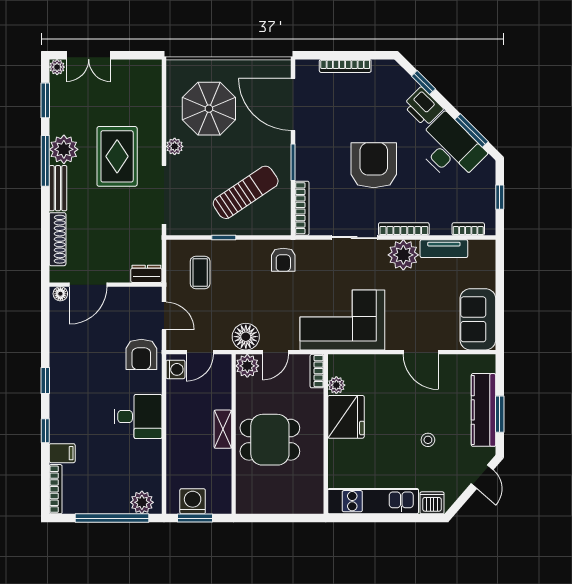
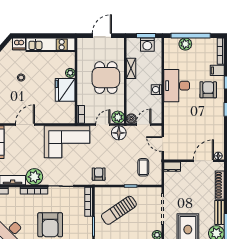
door: (421, 352) -> (25, 125), hinge flipped
armchair: (141, 354) -> (208, 90), moved
boiler: (222, 363) -> (131, 119), added
washing machine: (175, 369) -> (157, 90), moved
plant: (336, 385) -> (70, 73), moved
desk: (138, 417) -> (177, 86), width x1.37
shelving: (223, 429) -> (131, 68), moved
dining table: (270, 440) -> (106, 78), turned 90
plant: (142, 502) -> (185, 44), moved
door: (277, 518) -> (102, 36), added

